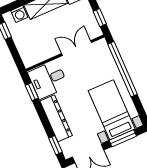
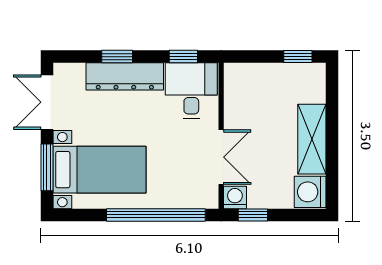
washing machine: (19, 14) -> (235, 197), moved, turned 90
window: (55, 145) -> (117, 57), moved

